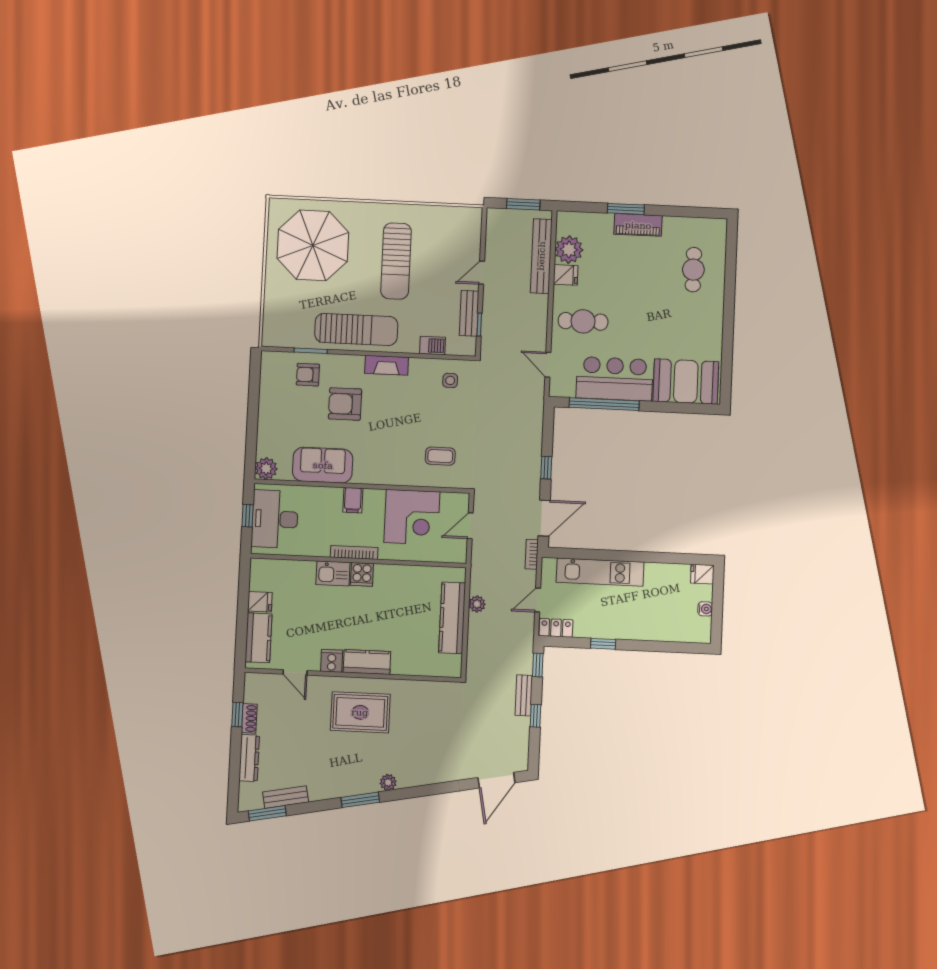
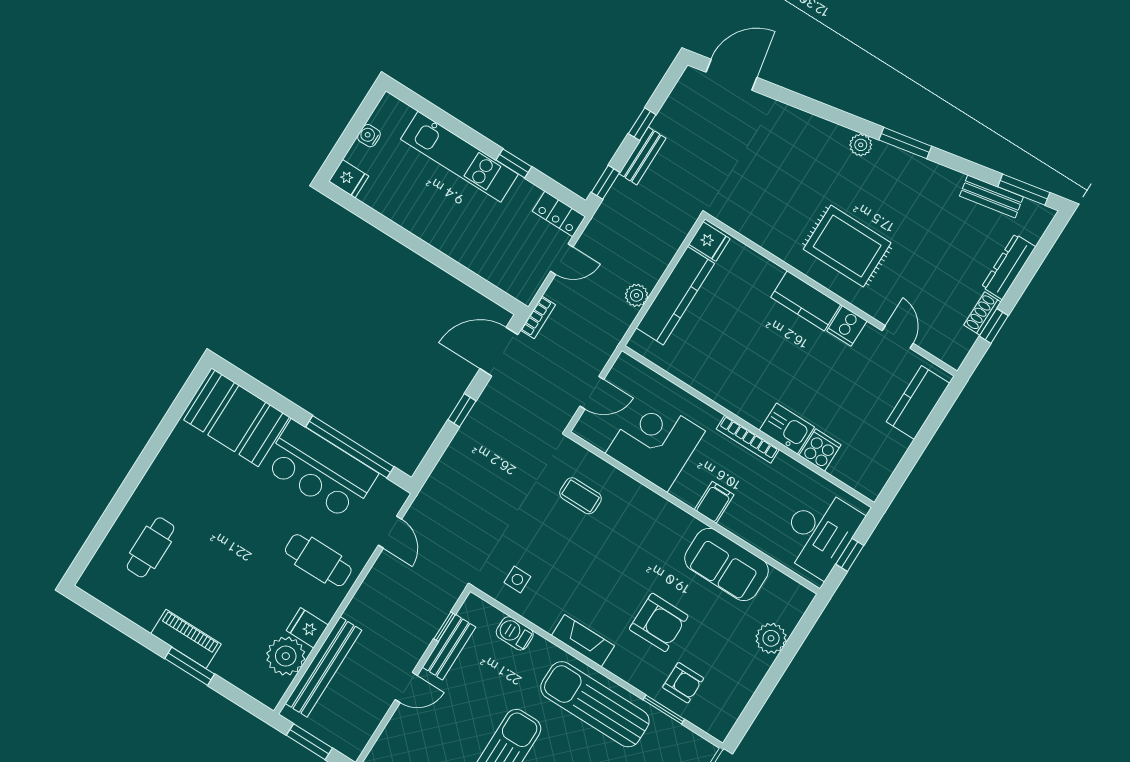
plant: (266, 468) -> (771, 638), moved
kitchen unit: (600, 572) -> (459, 157), moved, turned 180
cooker: (362, 574) -> (820, 450), moved
fridge: (260, 602) -> (709, 241), moved, turned 180

